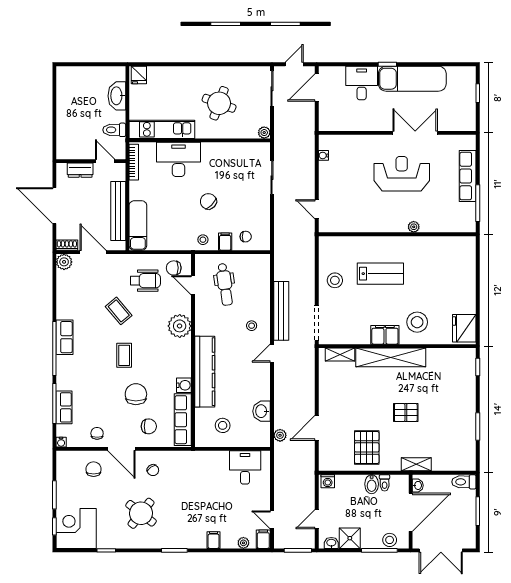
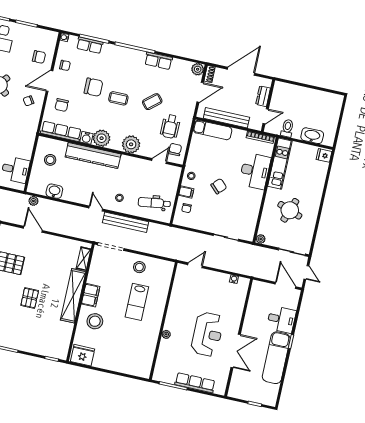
dental chair: (225, 284) -> (154, 203), moved
row of seats: (64, 337) -> (158, 61), moved
plant: (180, 366) -> (102, 138), added
chair: (136, 394) -> (93, 87), moved

